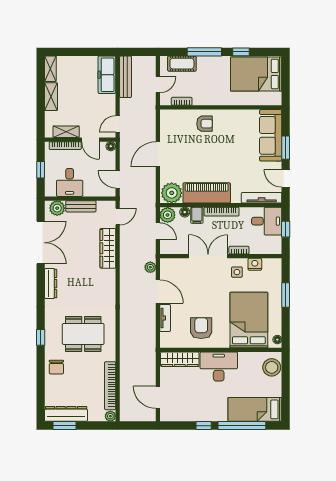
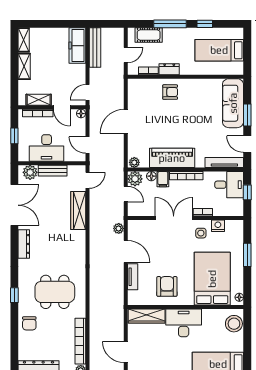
bed: (256, 74) -> (219, 50), width x0.67
dresser: (204, 100) -> (169, 69), added
desk: (70, 182) -> (47, 148), width x1.37
plant: (172, 193) -> (134, 162), width x0.53, depth x0.53

